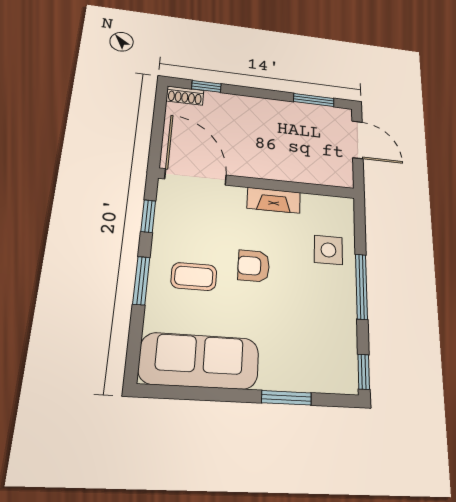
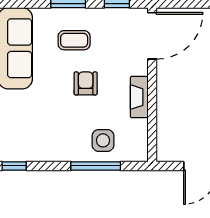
coffee table: (194, 277) -> (74, 40), turned 90
window: (361, 286) -> (96, 166), moved

